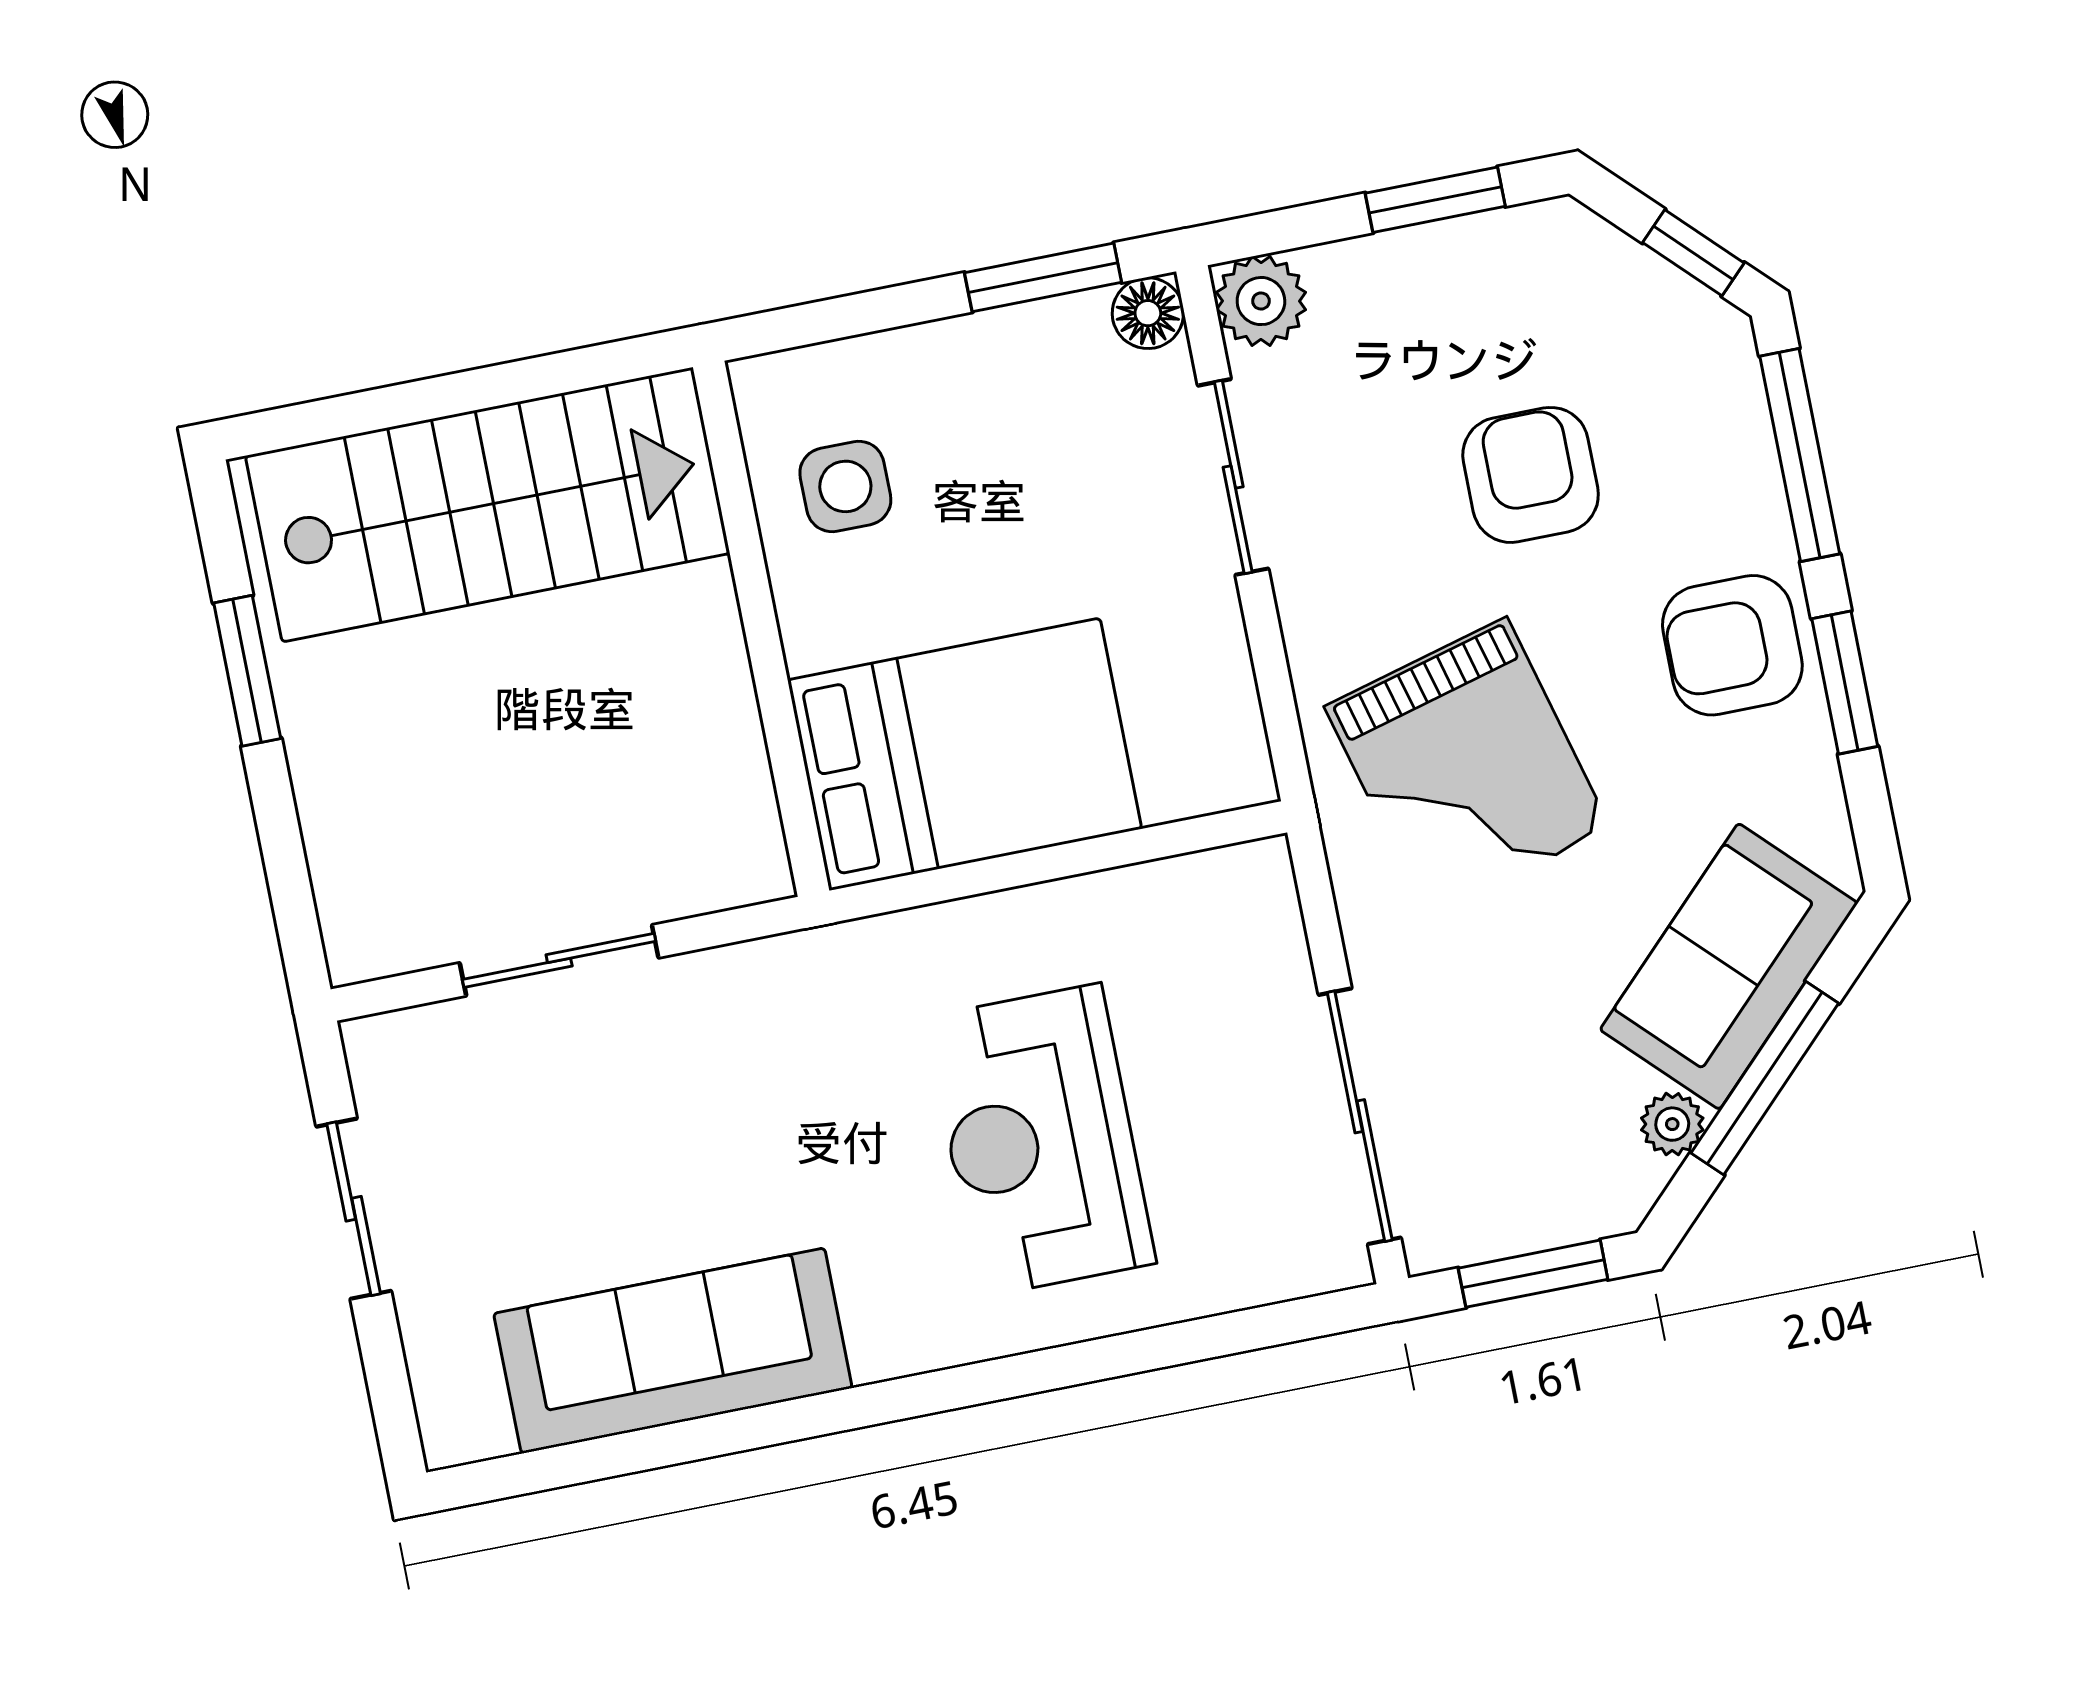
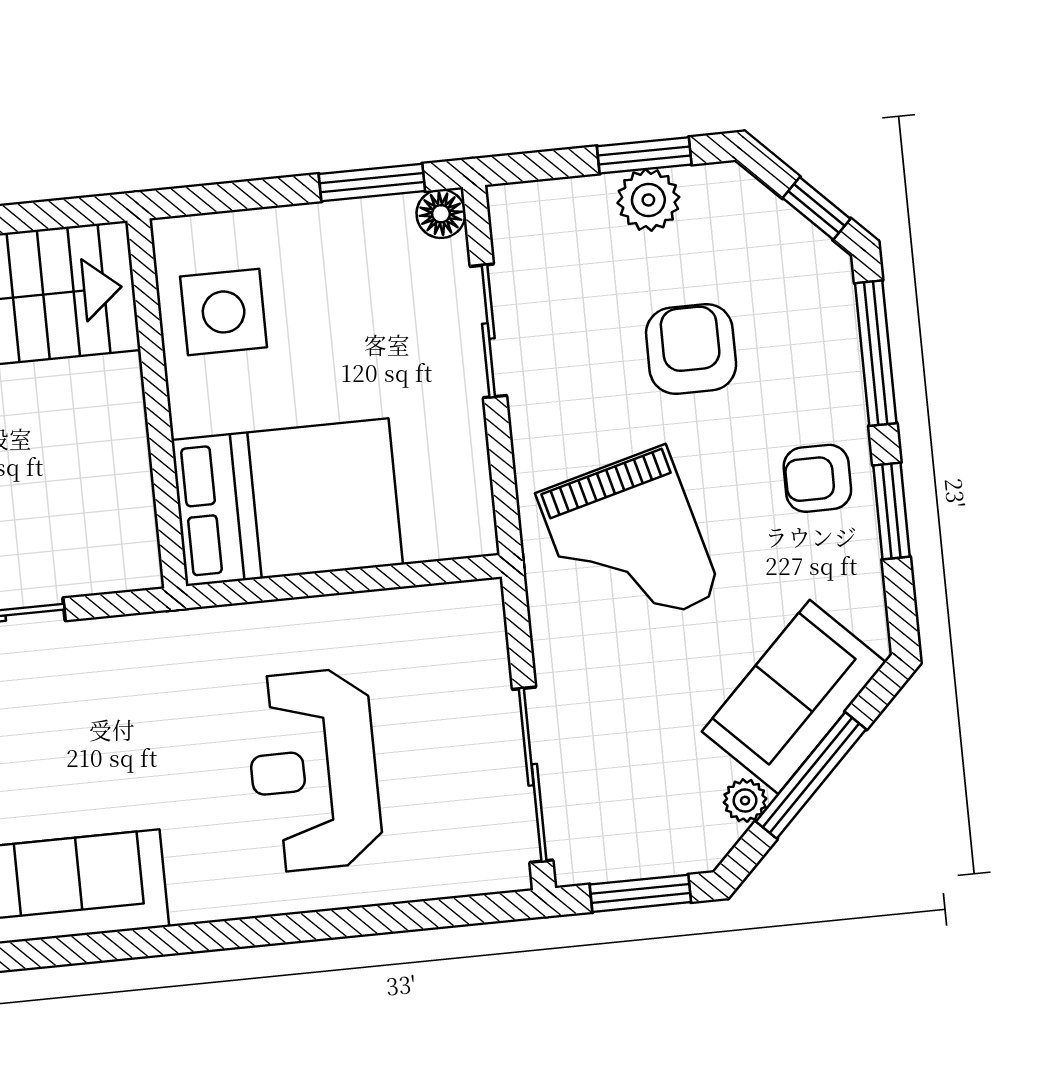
plant: (1261, 301) -> (648, 200), moved
side table: (845, 486) -> (224, 312), width x1.37, depth x1.37
armchair: (1732, 645) -> (817, 478), width x0.72, depth x0.72

